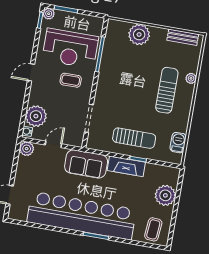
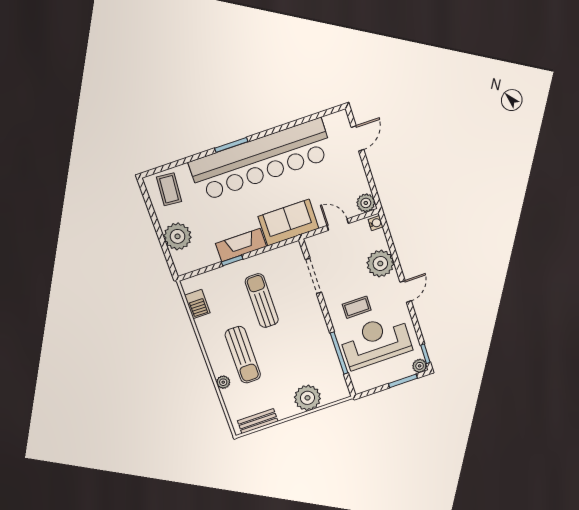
plant: (36, 116) -> (380, 264), moved
sun lounger: (134, 138) -> (262, 301), moved, turned 90
door: (53, 144) -> (338, 225), swing flipped

